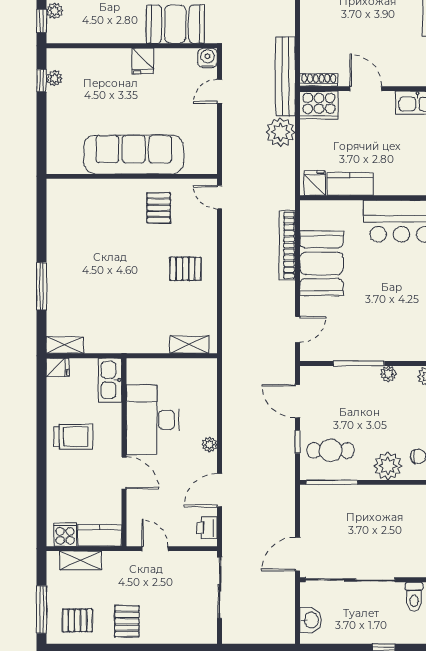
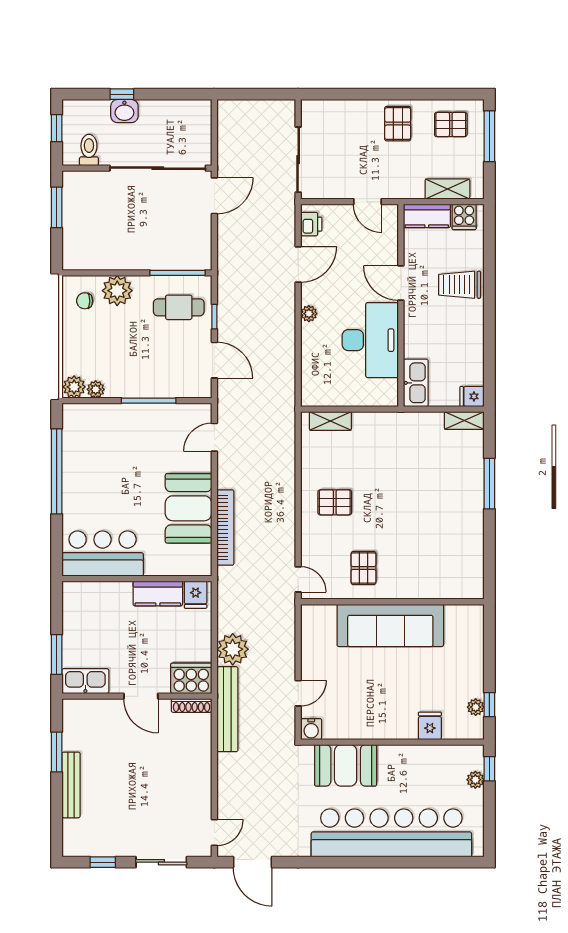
fridge: (143, 61) -> (430, 726), moved
plant: (388, 374) -> (96, 389), moved
trolley: (73, 437) -> (460, 285), moved
washbasin: (311, 620) -> (124, 111), moved, turned -90

